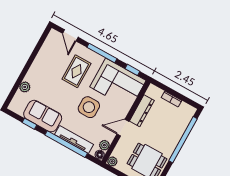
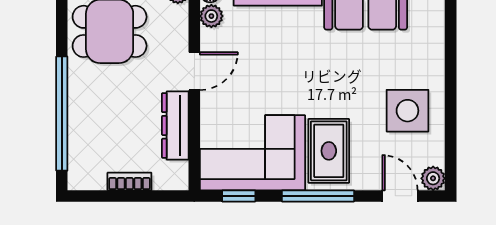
rug: (76, 71) -> (329, 151), moved
plant: (25, 87) -> (433, 178), moved
side table: (89, 107) -> (407, 111), moved

